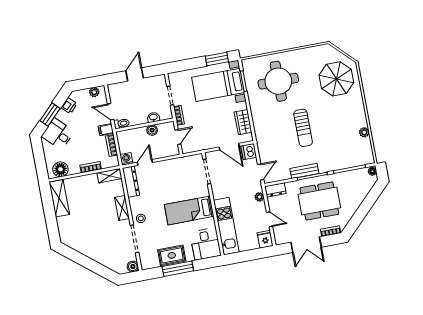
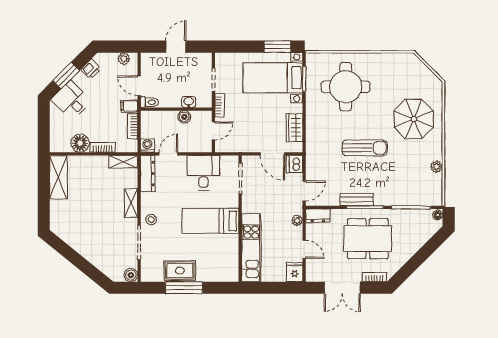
parasol: (336, 79) -> (414, 119), moved
sun lounger: (303, 128) -> (365, 148), turned -90
floor lamp: (60, 169) -> (80, 143), moved
desk: (206, 244) -> (203, 173), moved, turned 180

